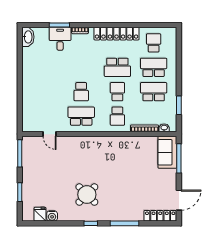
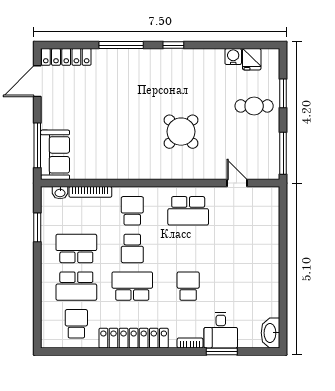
school desk: (154, 43) -> (76, 324), turned 180
school desk: (81, 92) -> (188, 286), moved
school desk: (154, 92) -> (76, 248), turned 180
cafe table: (38, 184) -> (254, 106), added
round table: (87, 195) -> (181, 132), moved

